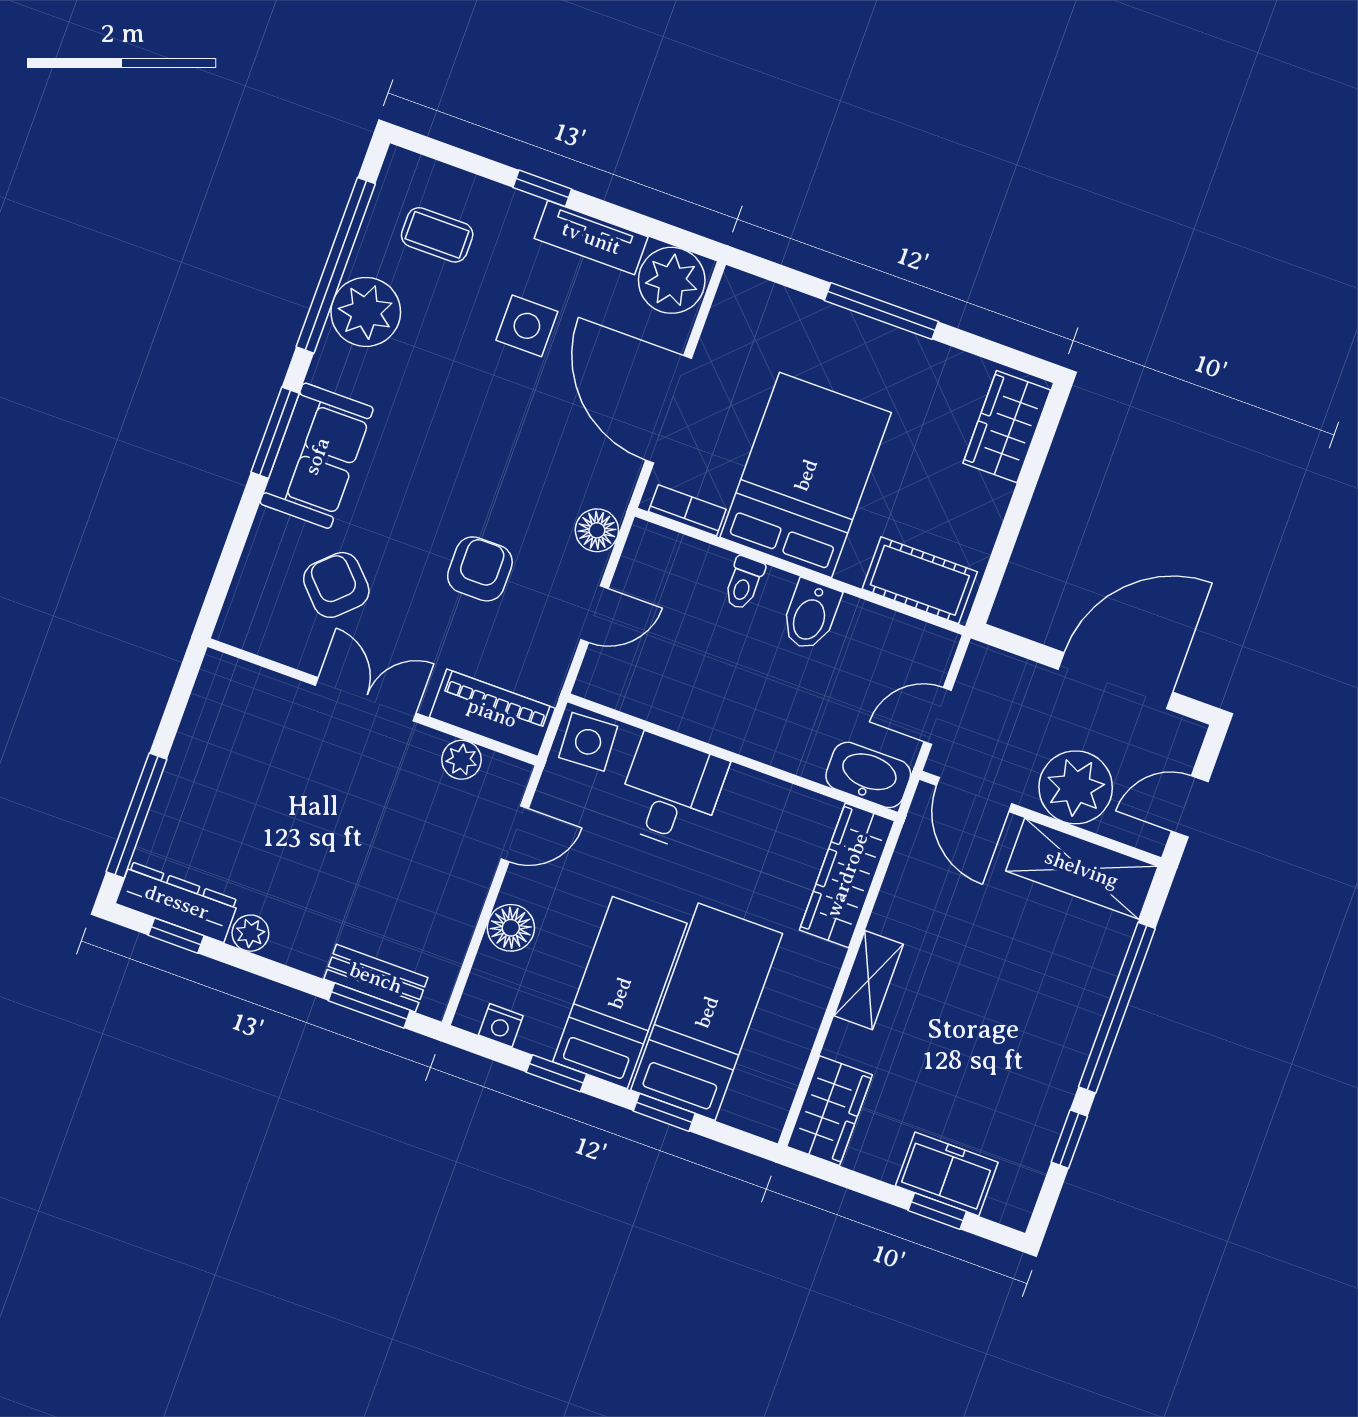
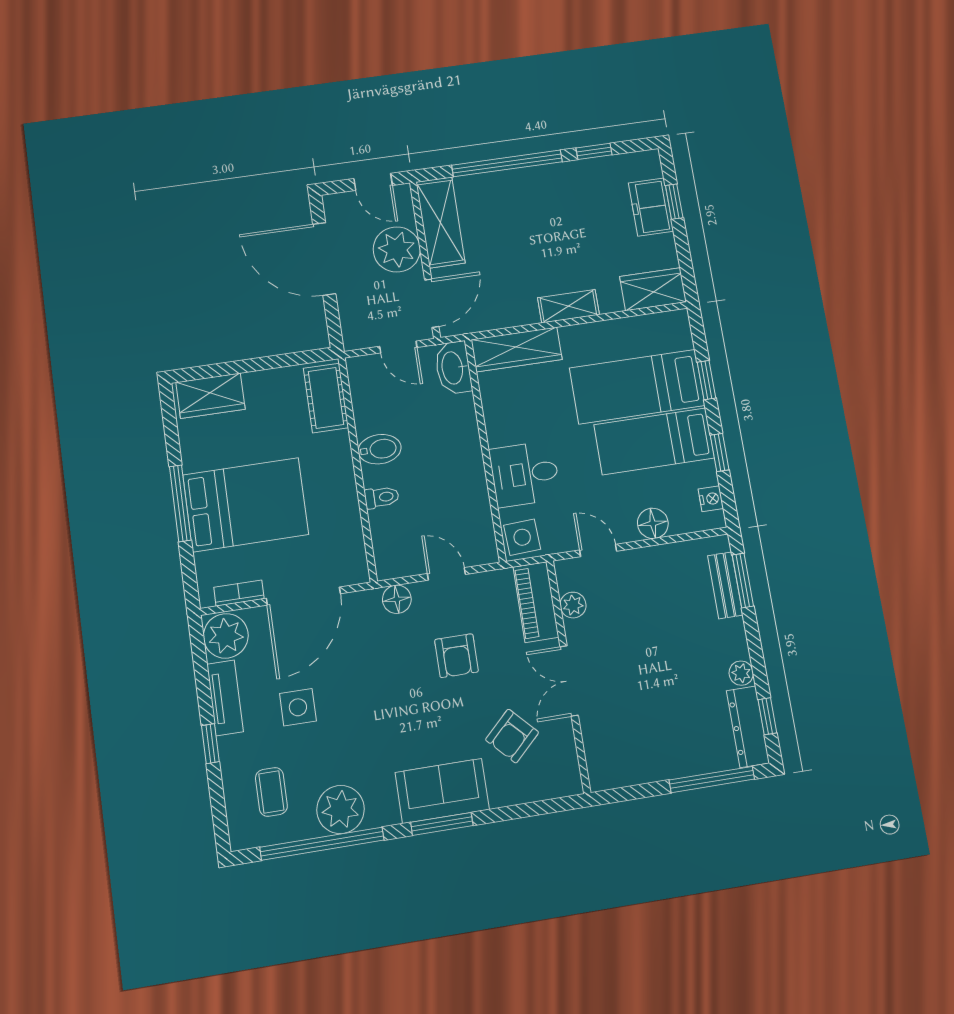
bed: (806, 475) -> (246, 505), moved, turned 180
bookcase: (687, 510) -> (239, 593), moved, turned 90
armchair: (480, 569) -> (456, 656), turned -90

